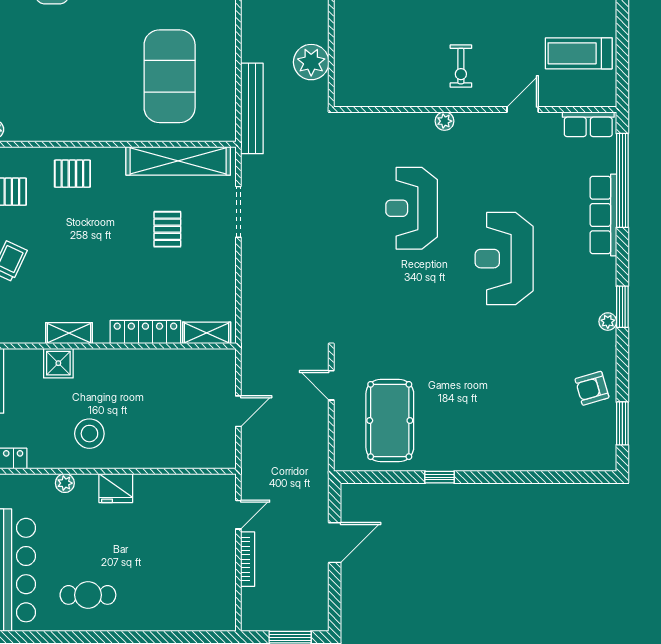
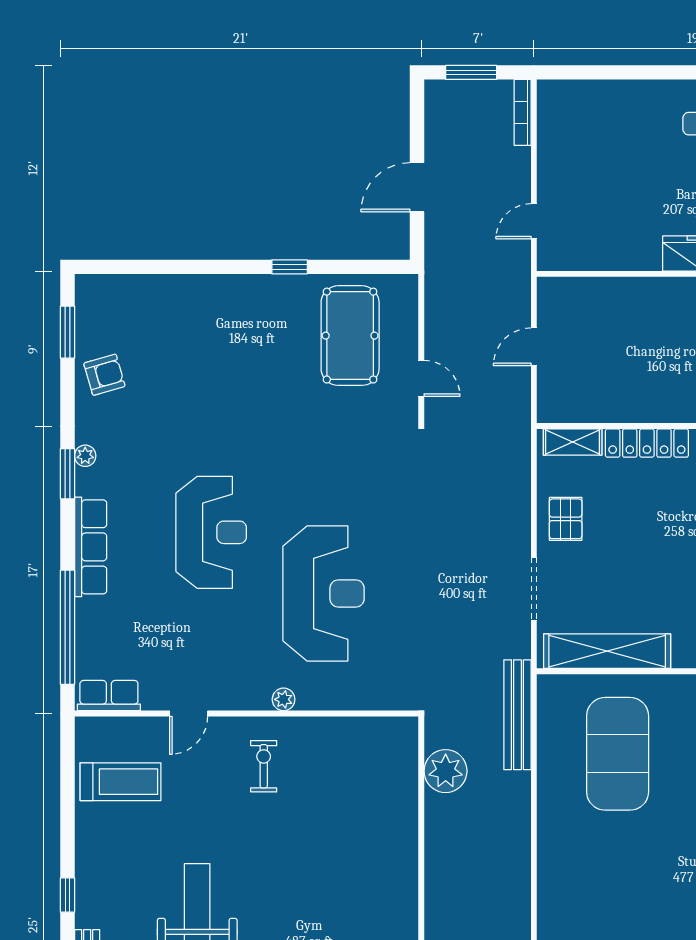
reception desk: (412, 208) -> (323, 593), width x1.36, depth x1.30
row of seats: (603, 215) -> (91, 547), moved
pallet: (167, 229) -> (566, 519), moved
bookcase: (248, 559) -> (523, 112), moved

